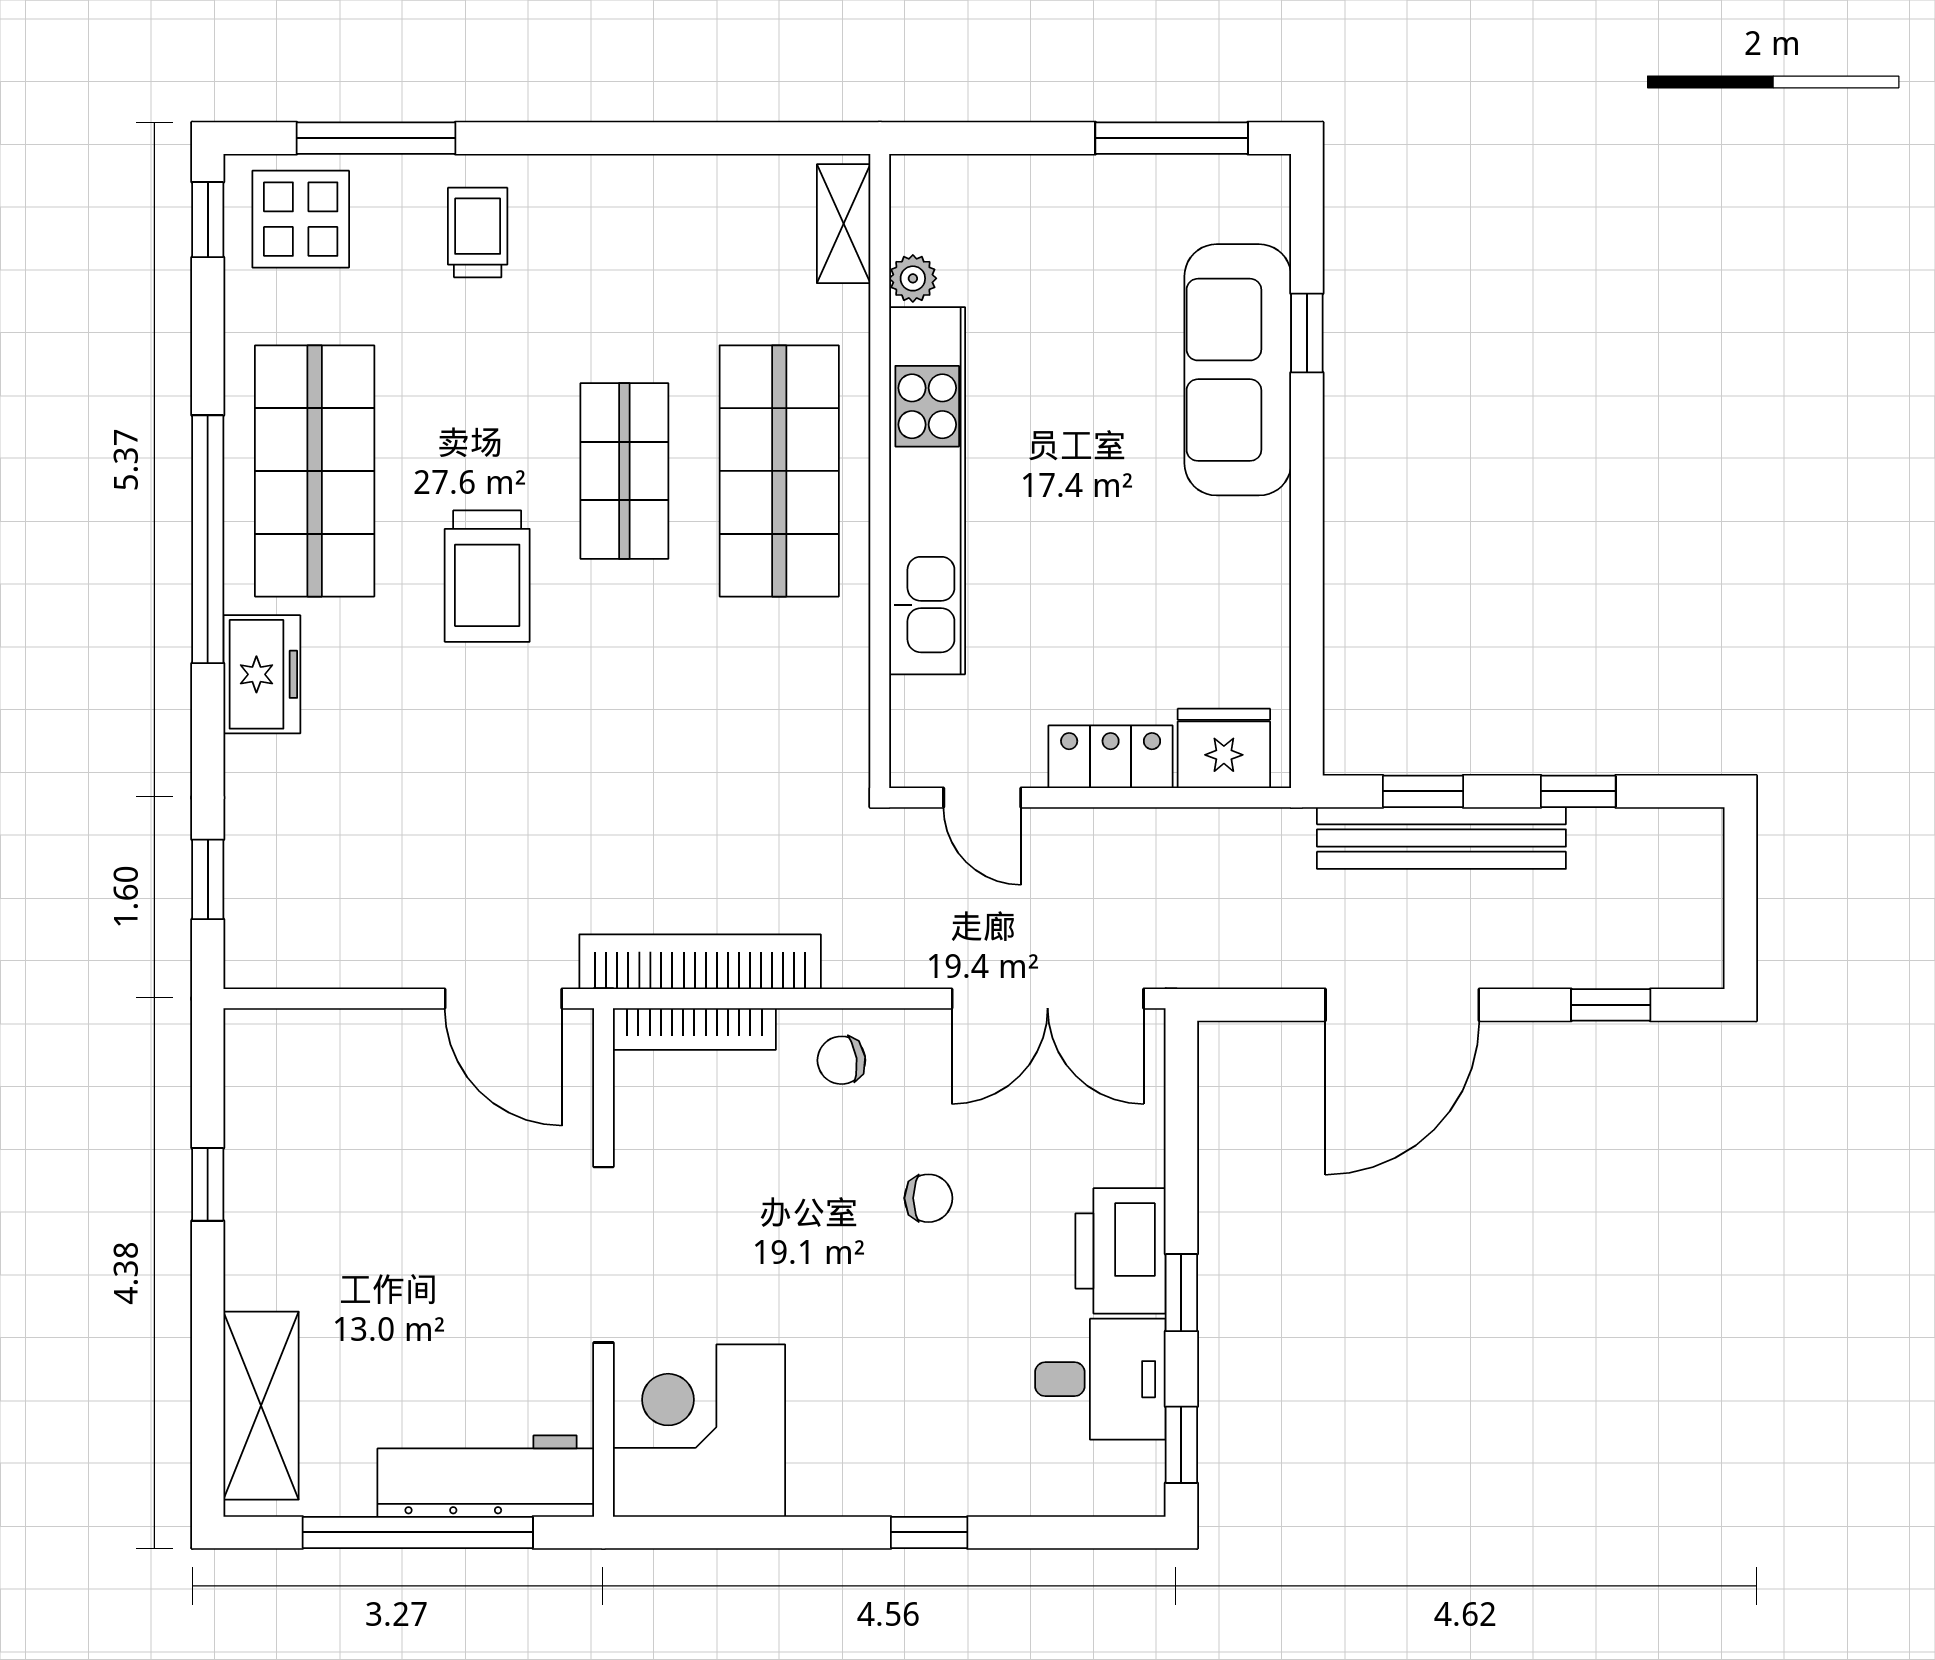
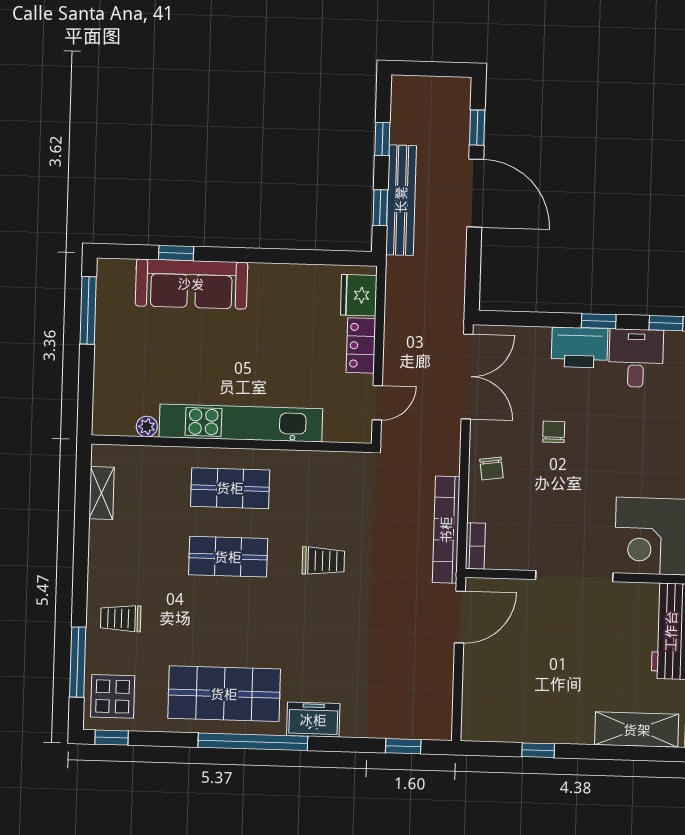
shelving: (844, 224) -> (102, 493), moved, turned 90
shop shelf: (779, 471) -> (230, 488), width x0.70, depth x0.74
trolley: (487, 576) -> (323, 561), moved, width x0.73, depth x0.72
door: (1402, 1005) -> (475, 193), moved
bookcase: (694, 1029) -> (475, 546), width x0.64

